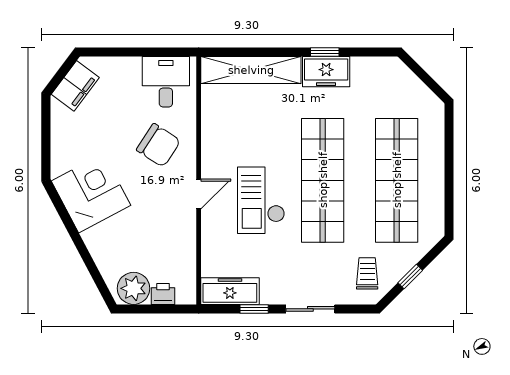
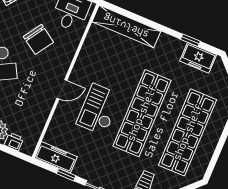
window: (325, 52) -> (190, 40), moved
freezer: (326, 72) -> (198, 58), moved
chair: (158, 145) -> (38, 39), moved

